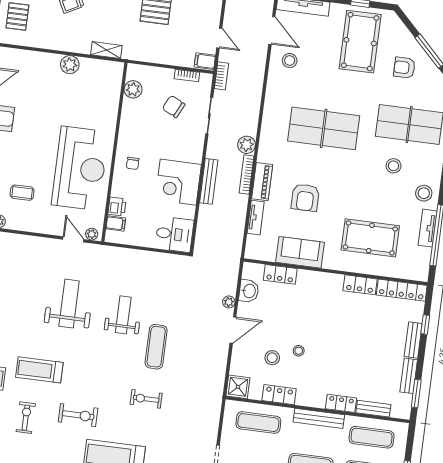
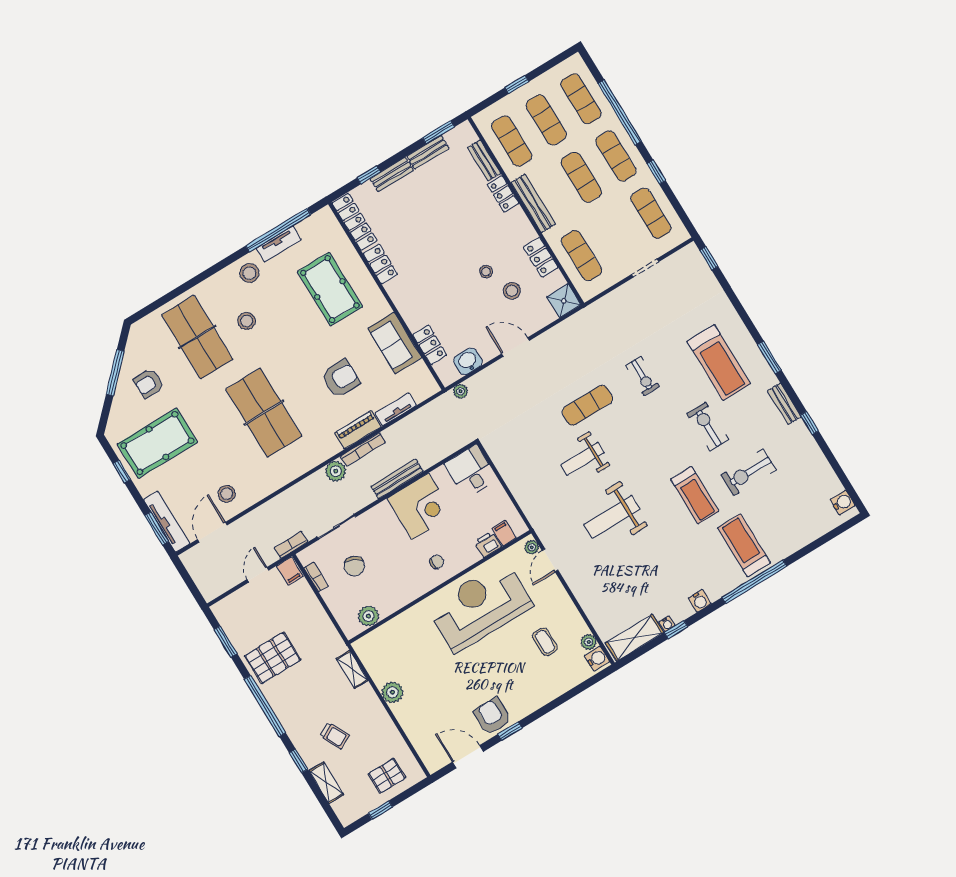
armchair: (404, 68) -> (149, 383), turned 90
plant: (229, 302) -> (460, 391), moved
exercise bike: (26, 418) -> (749, 472), width x1.38, depth x1.39

